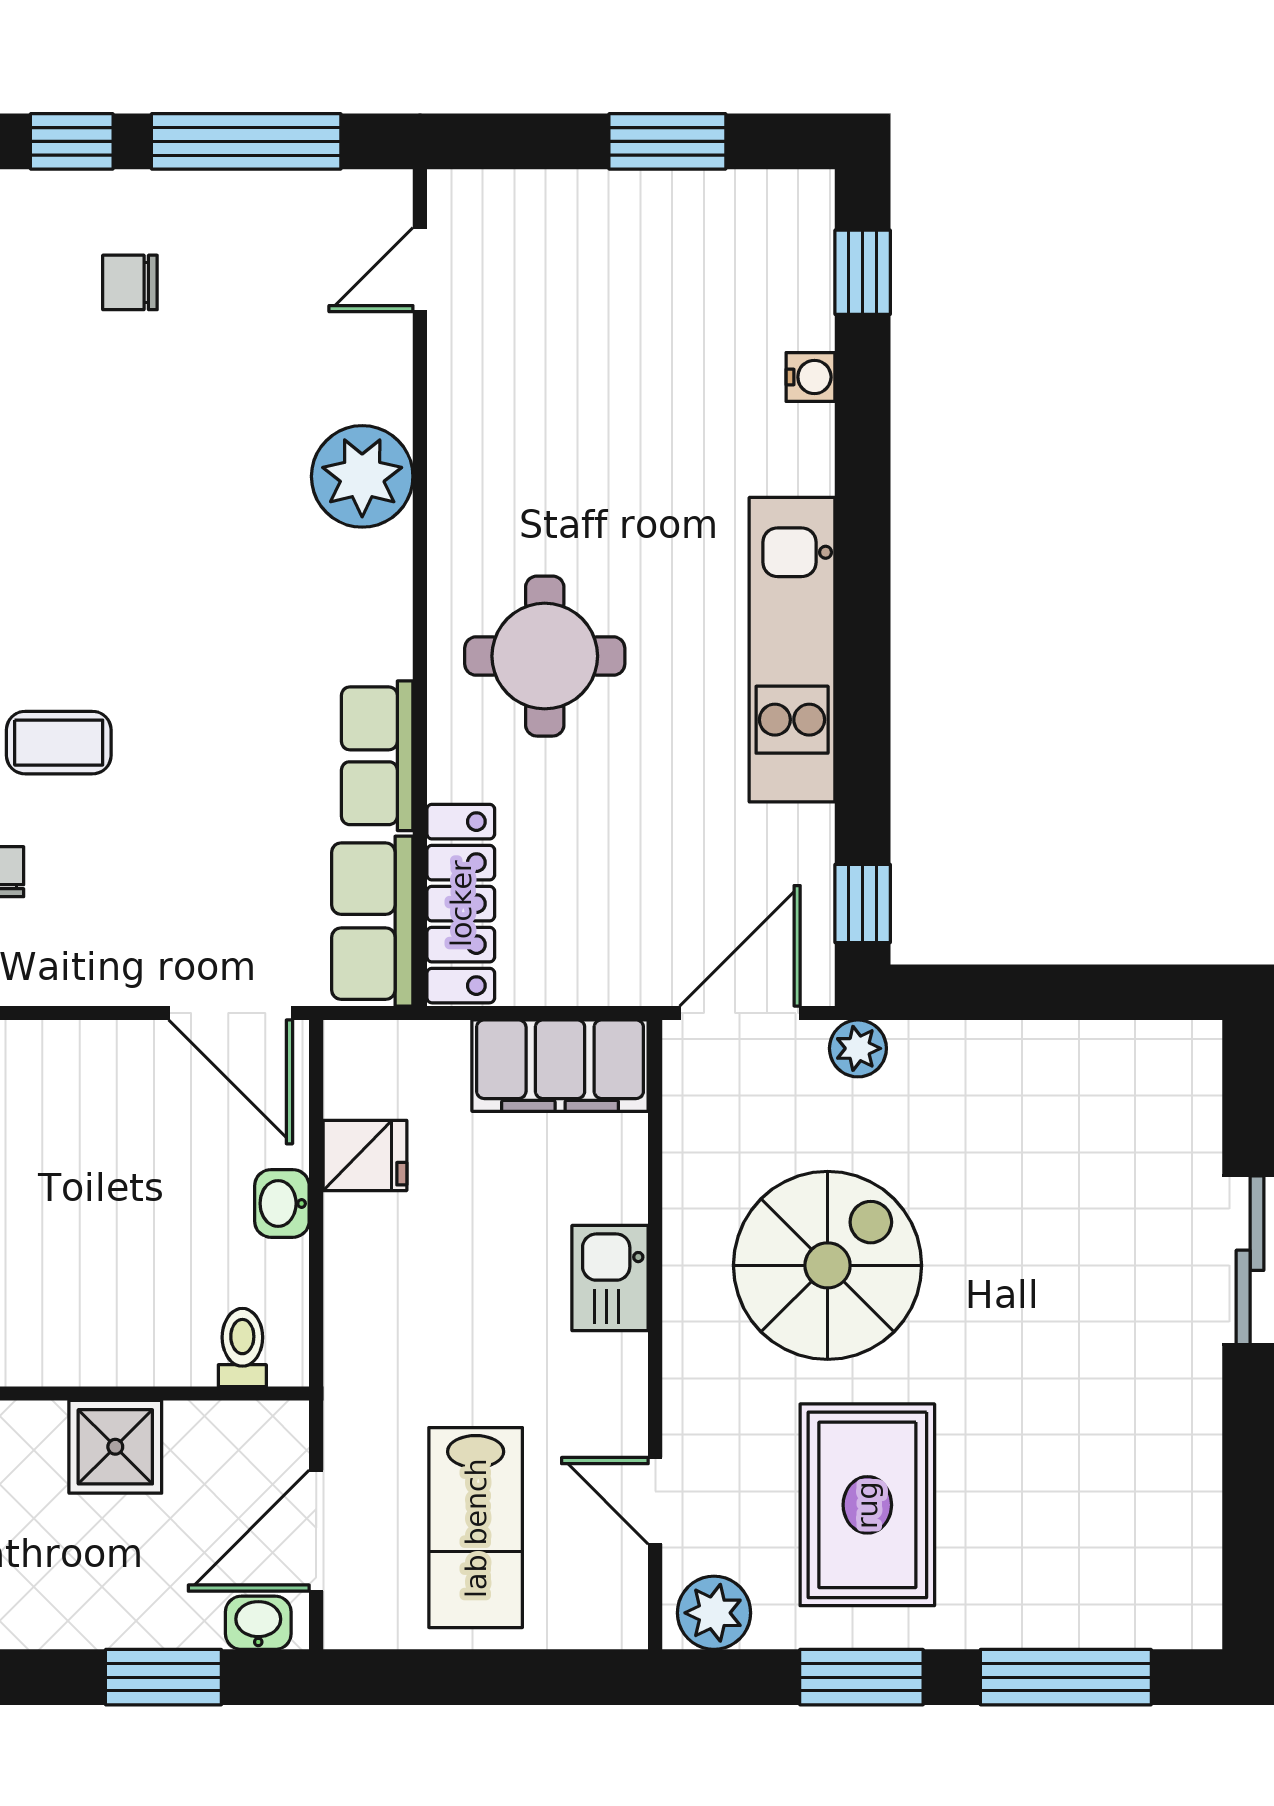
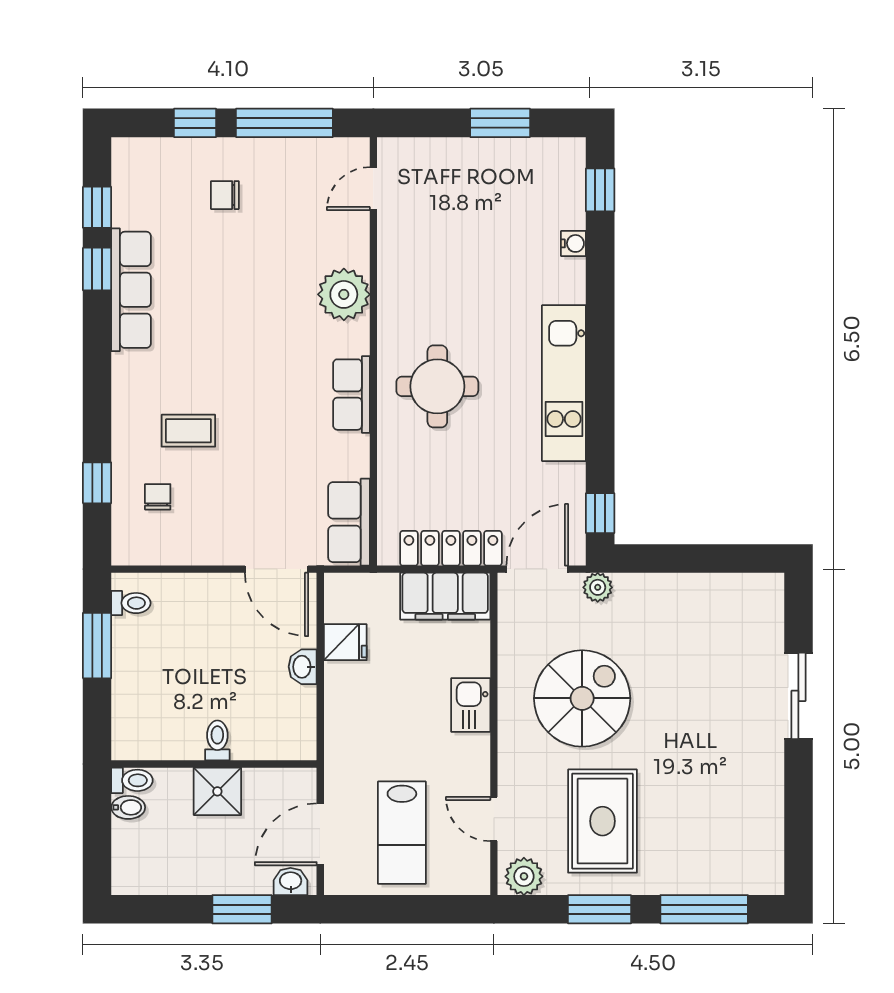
row of seats: (377, 756) -> (352, 395), moved
locker: (461, 904) -> (451, 548), moved, turned -90
toilet: (242, 1347) -> (217, 740), moved

